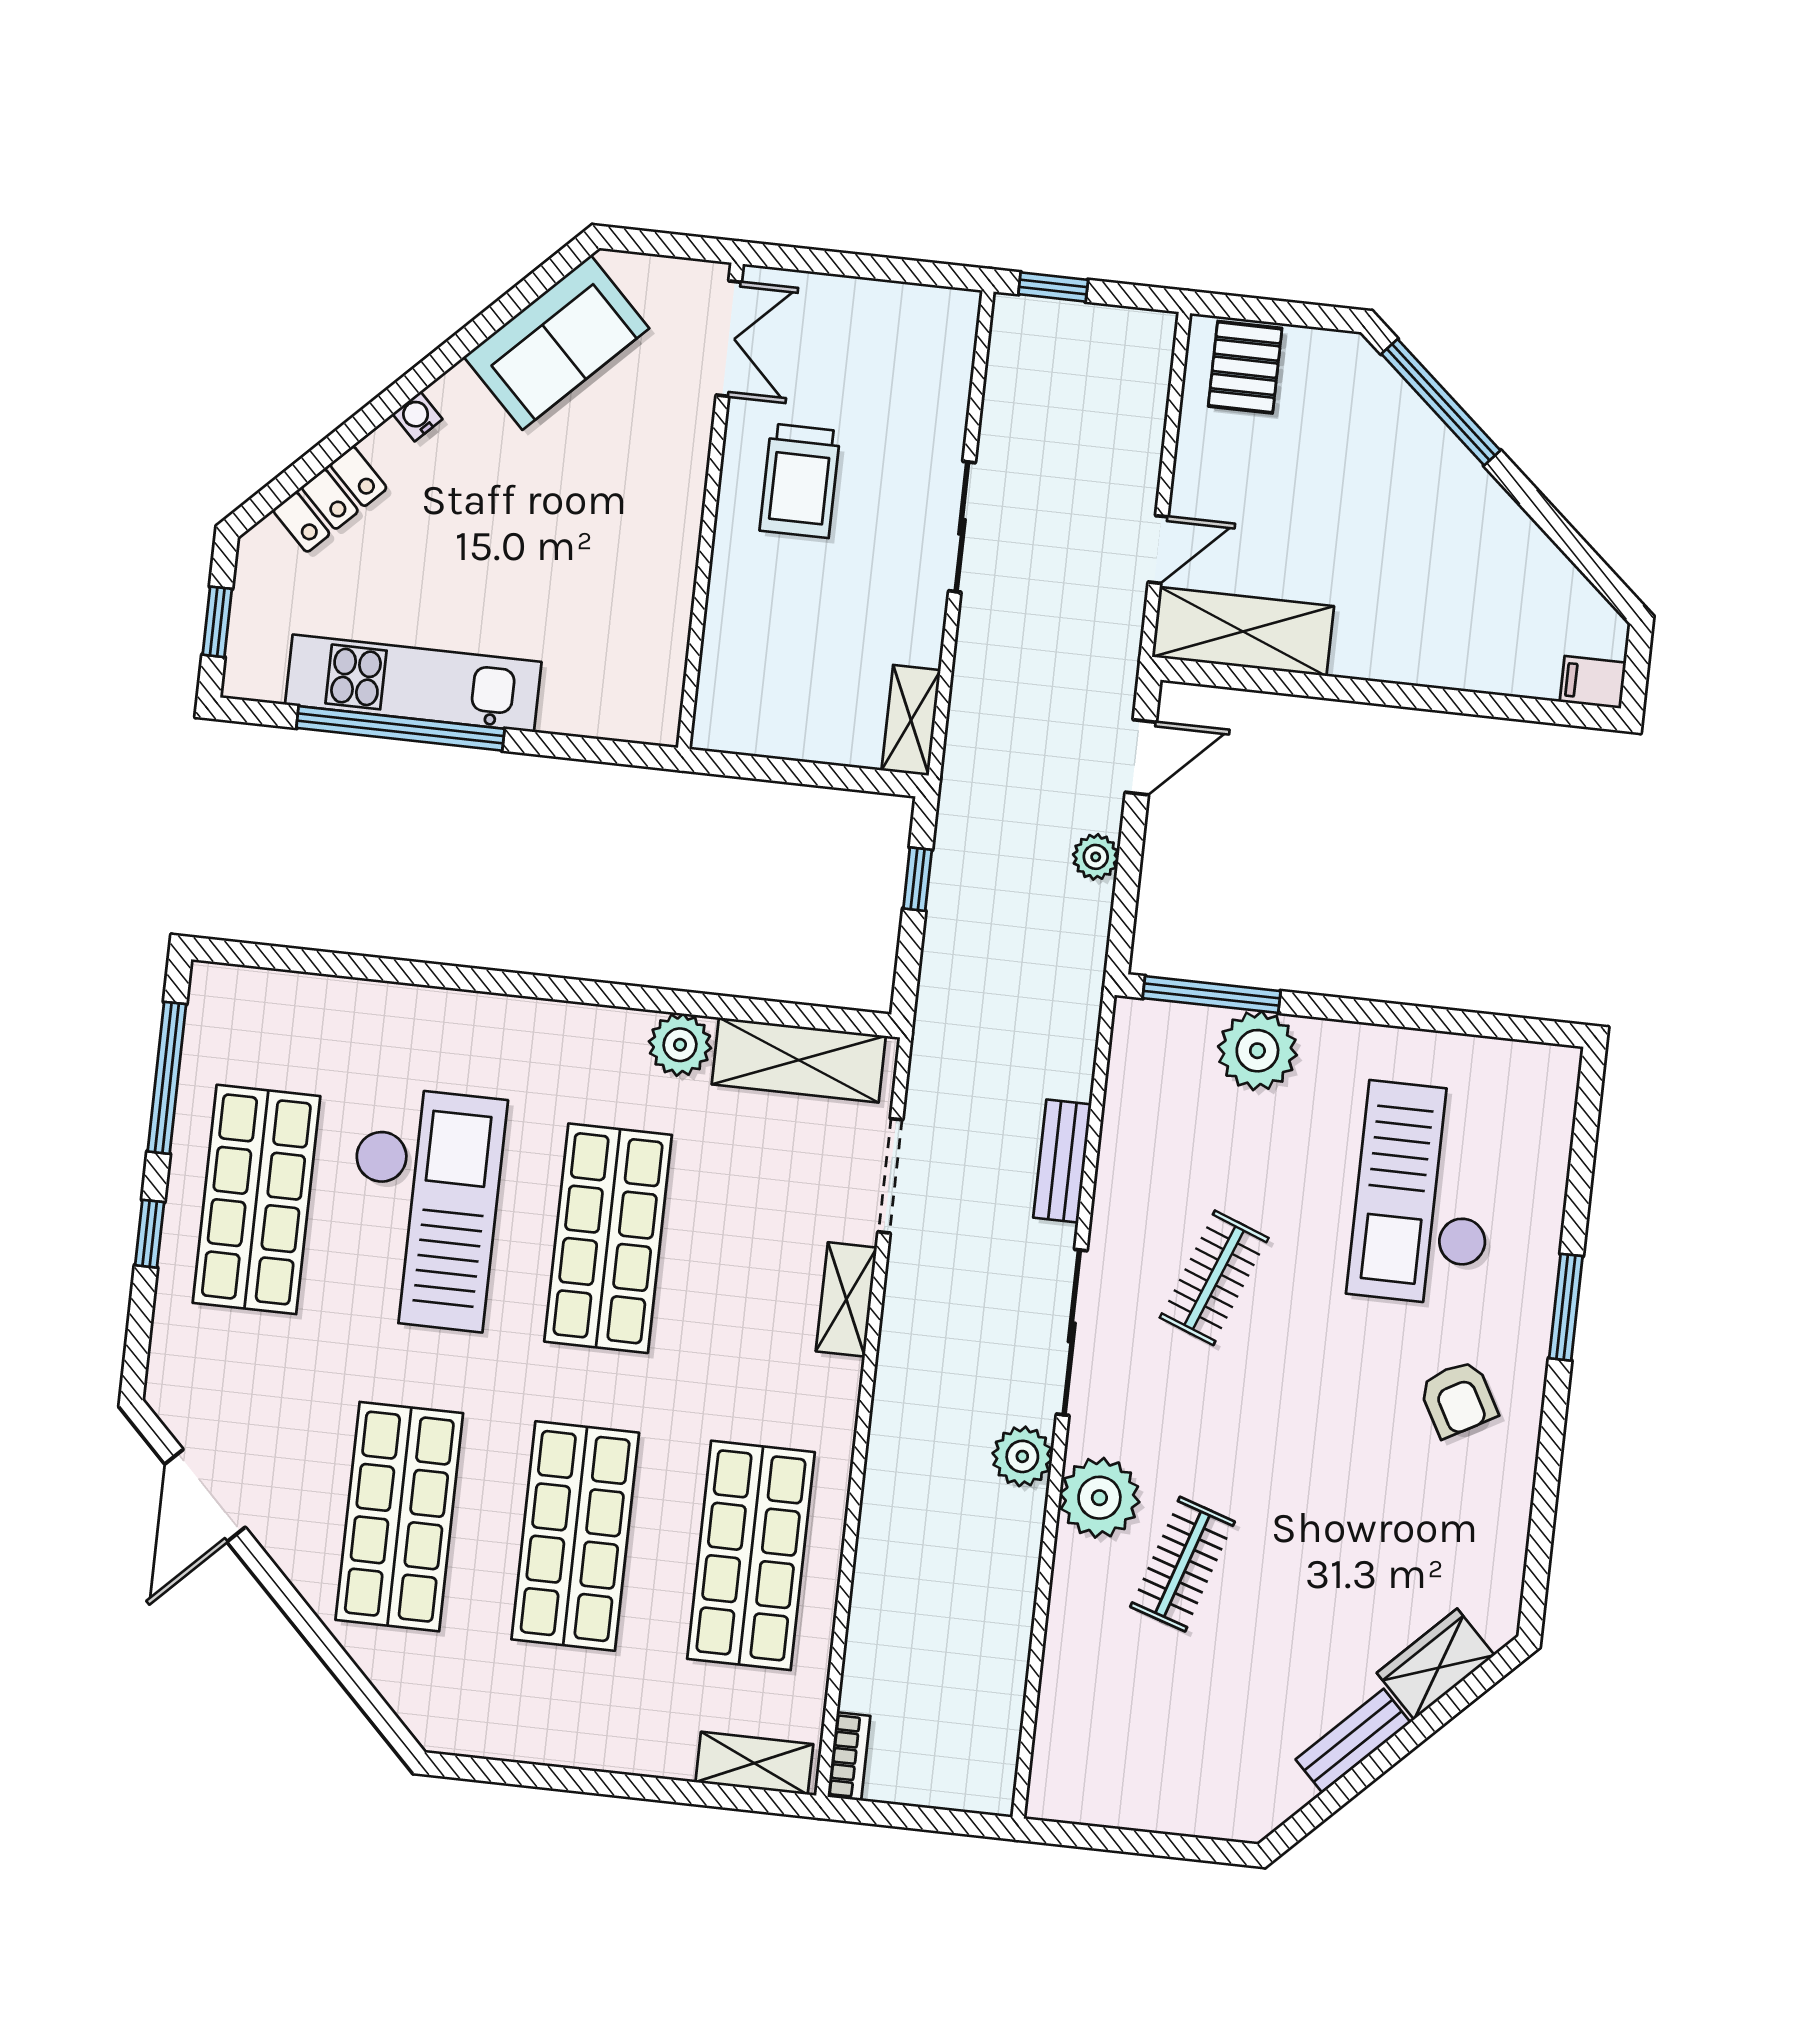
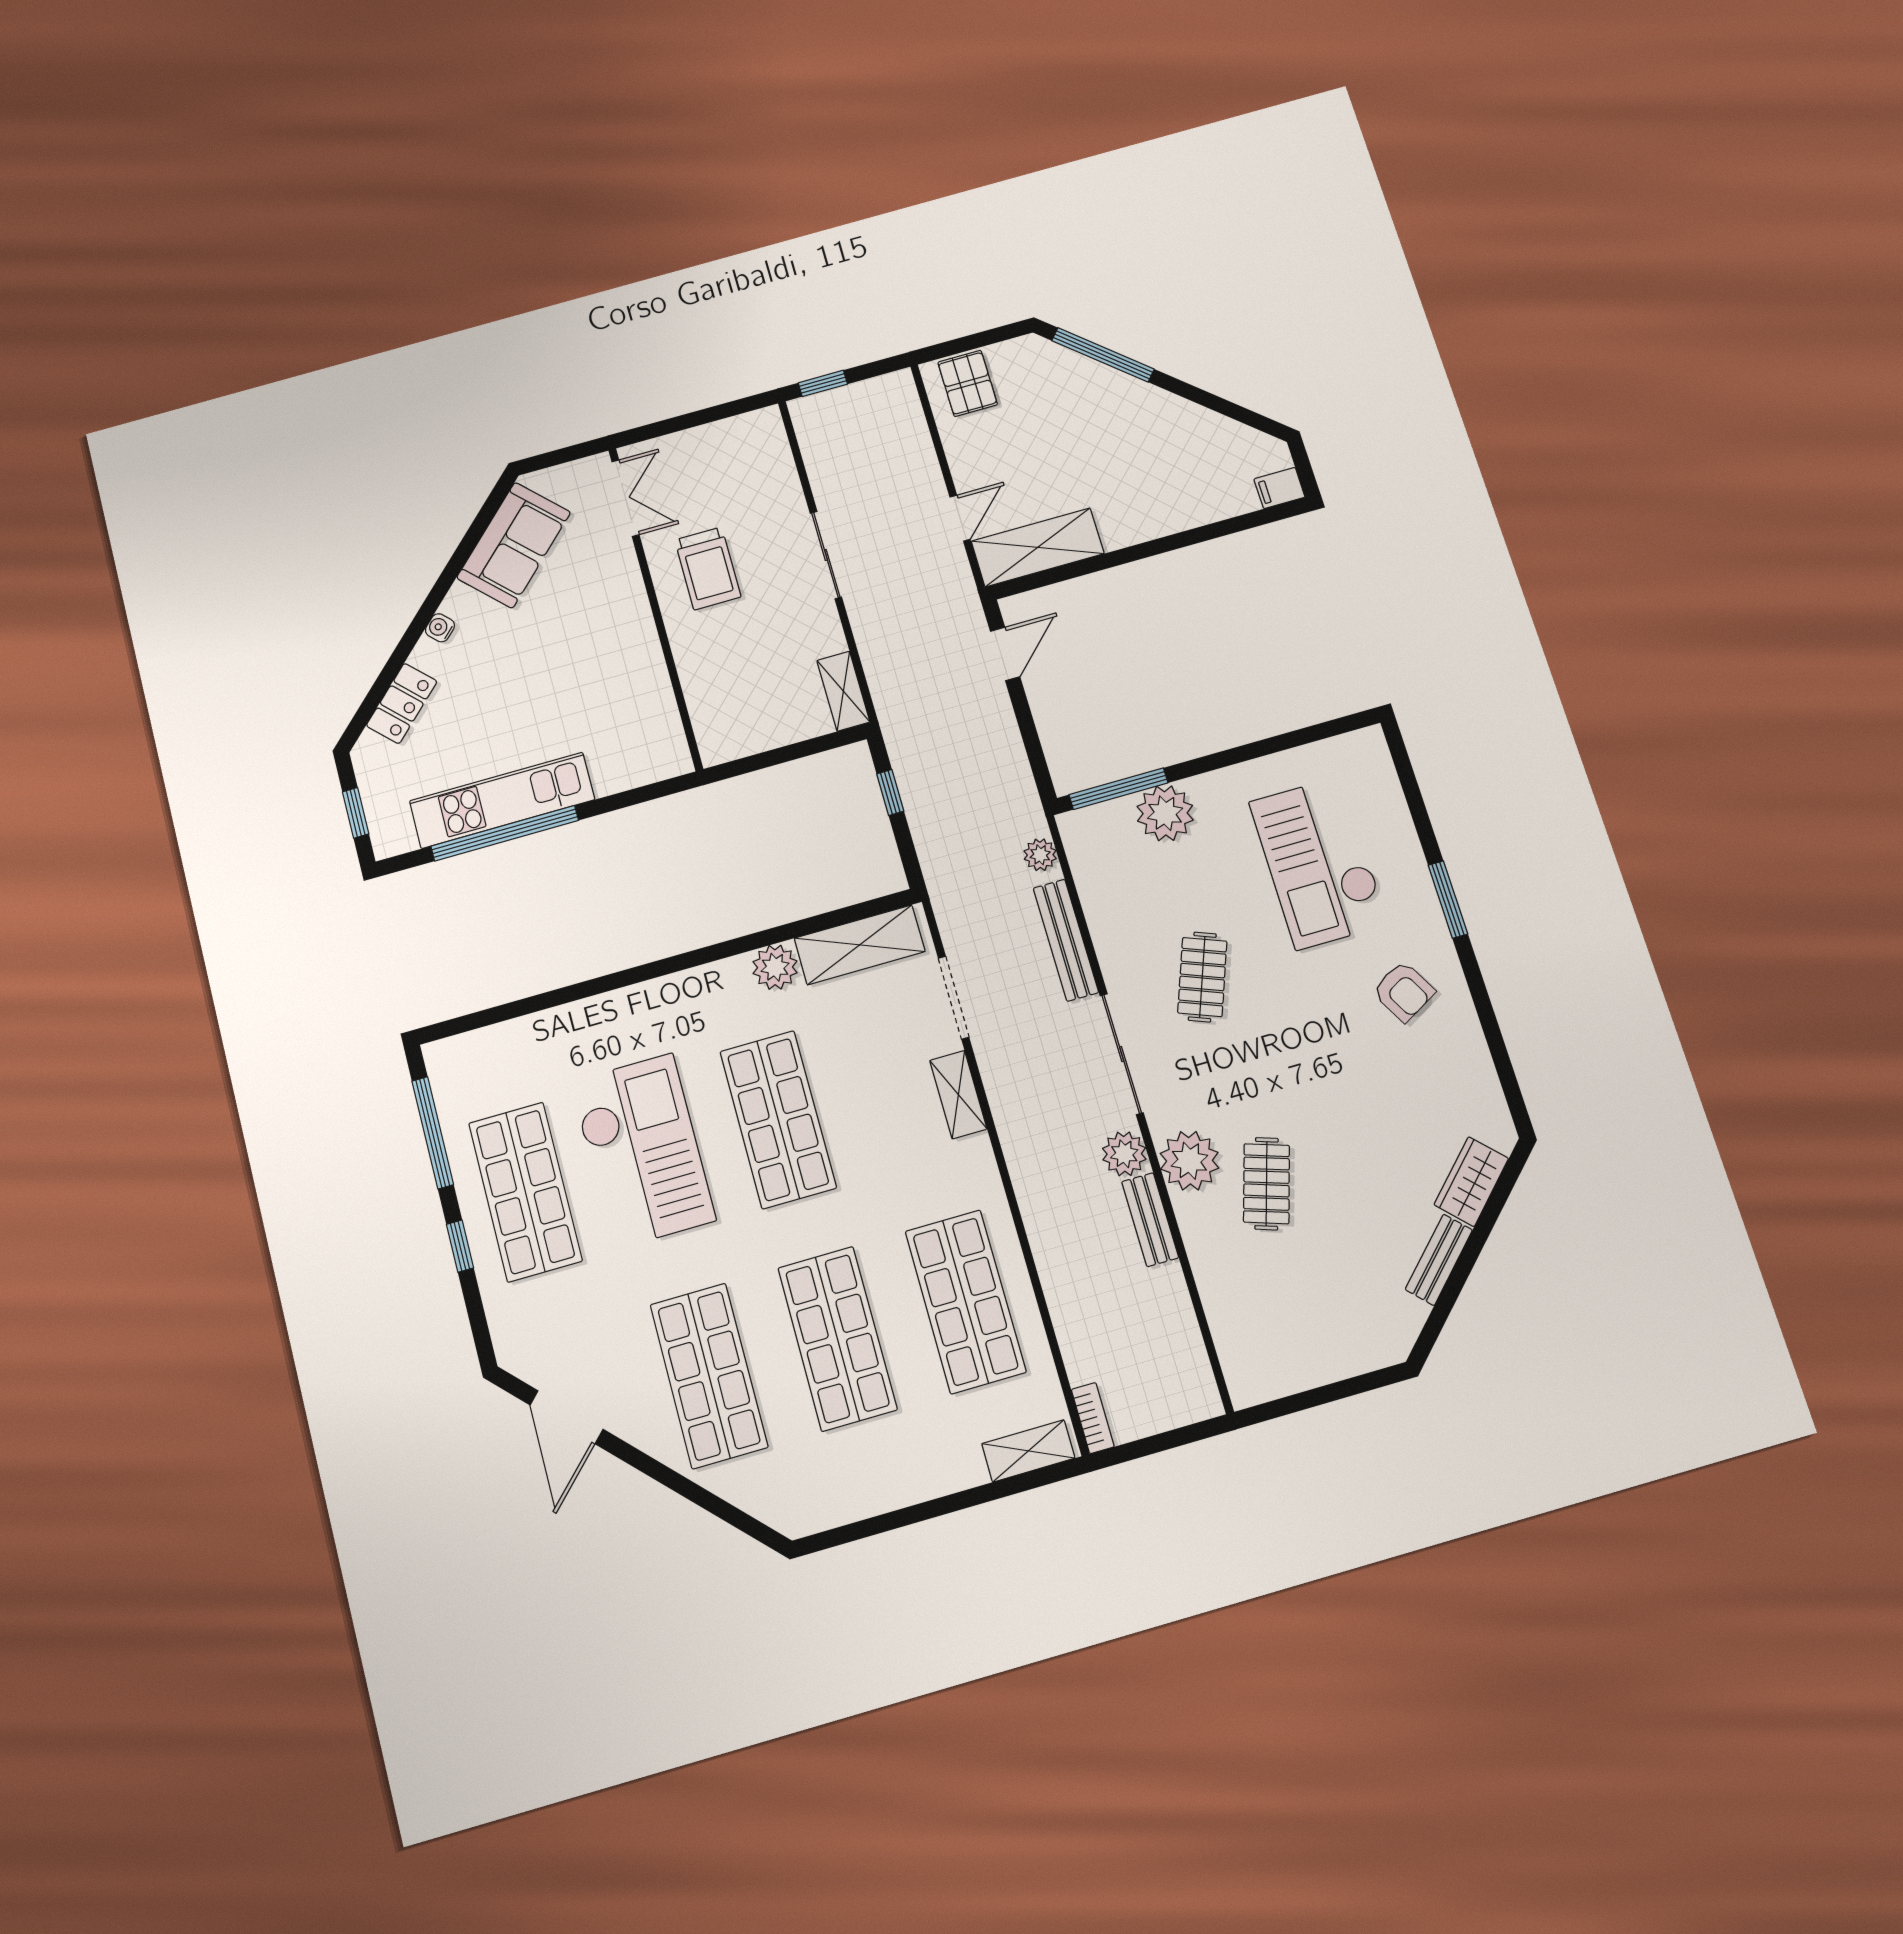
plant: (1096, 857) -> (1040, 855), moved
bench: (1062, 1161) -> (1066, 940), width x1.36
bench: (1020, 1549) -> (1150, 1220), added

